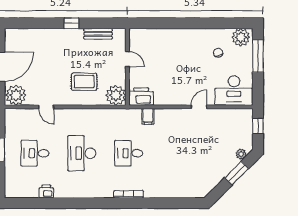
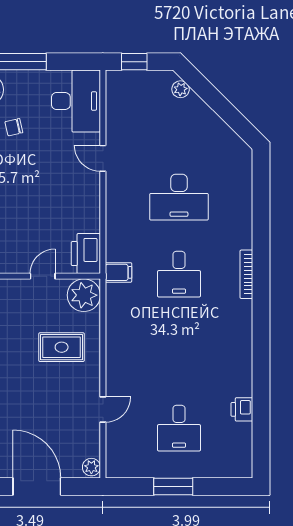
door: (127, 59) -> (43, 276), moved
rug: (84, 82) -> (62, 347), turned 90
plant: (16, 95) -> (91, 467), width x0.53, depth x0.53
filing cabinet: (148, 116) -> (118, 272), moved
desk: (82, 153) -> (179, 197), moved
window: (237, 173) -> (212, 97), removed

